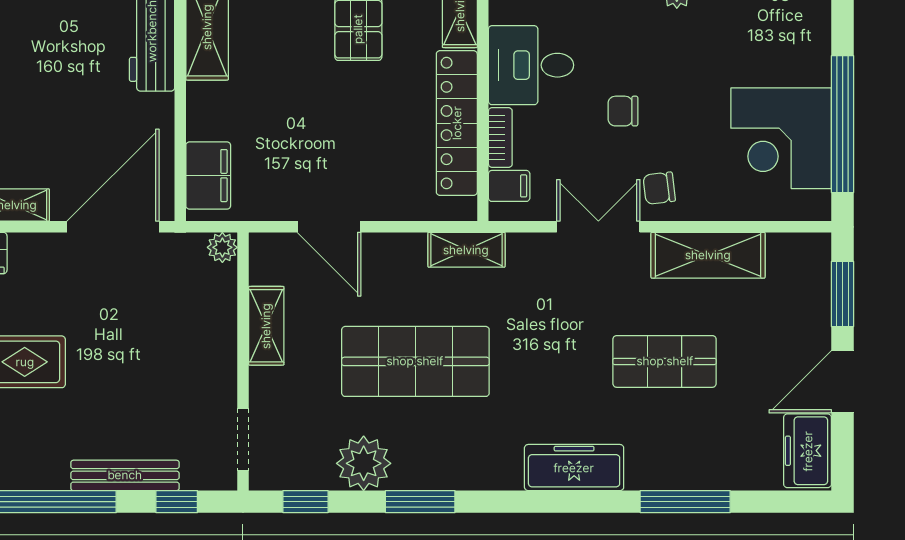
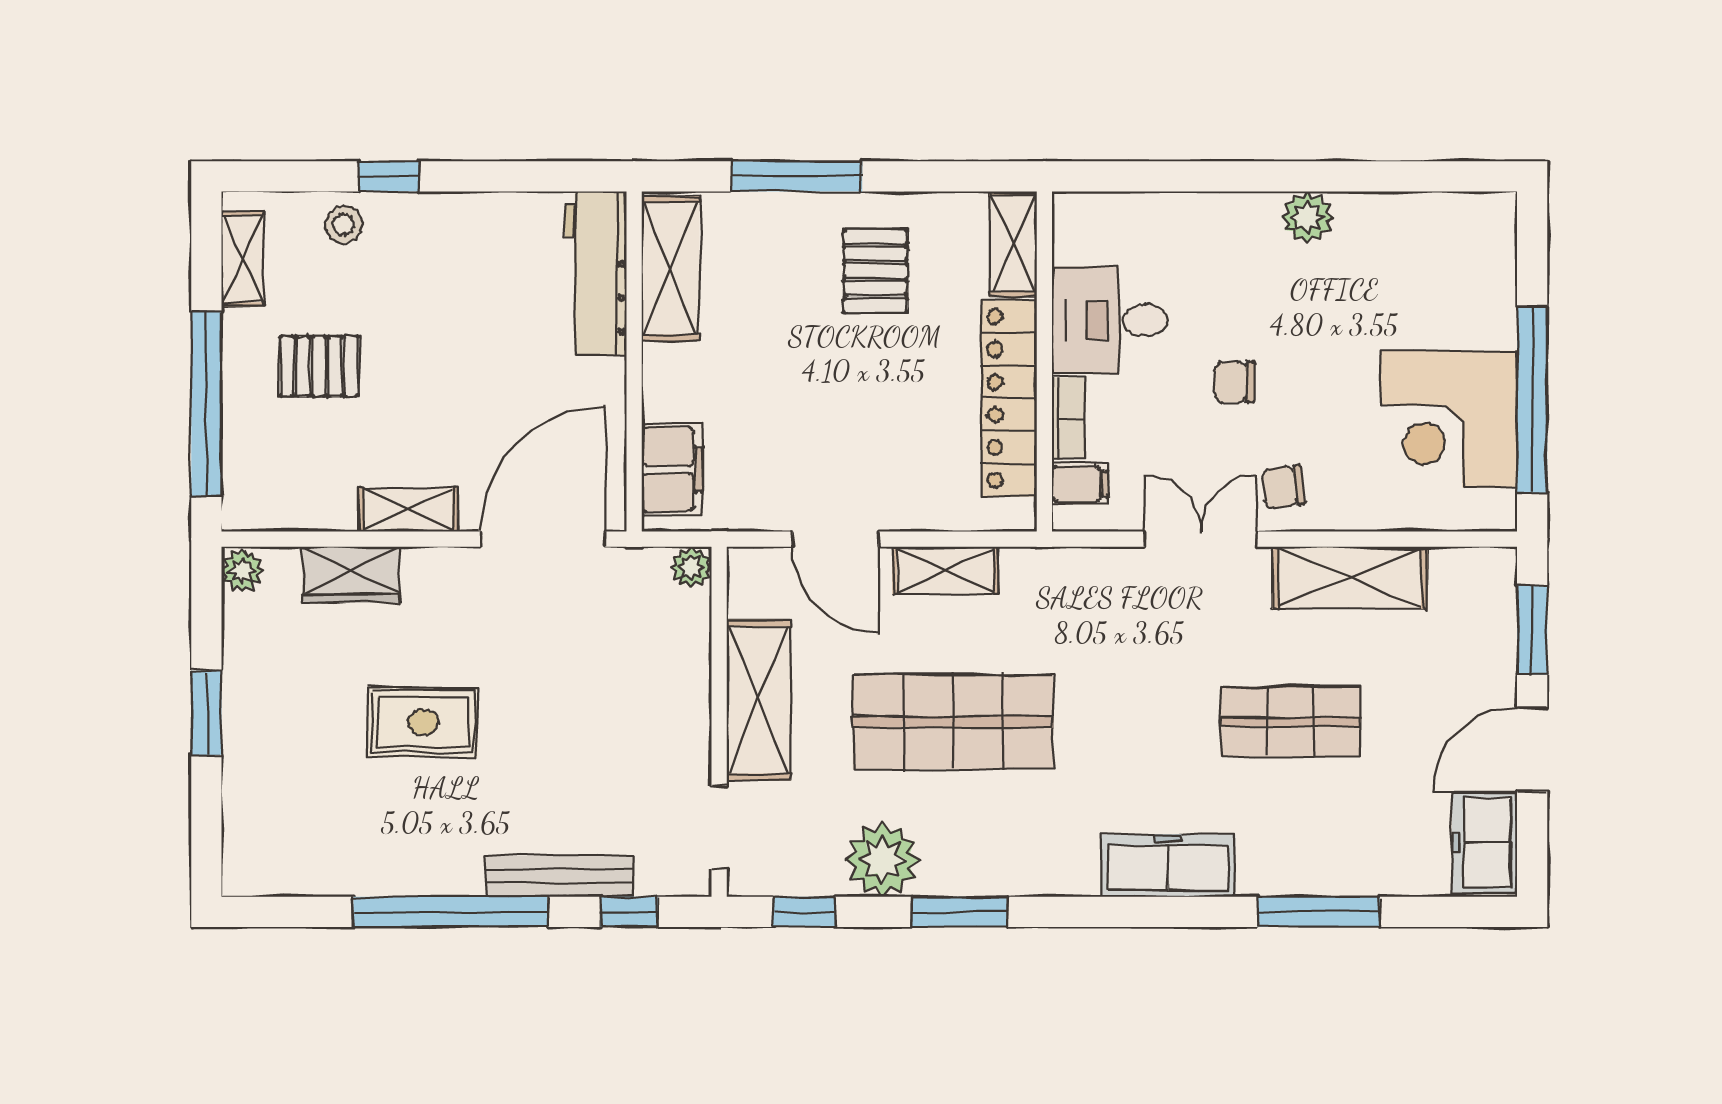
shelving: (466, 250) -> (945, 570), moved
shelving: (266, 326) -> (759, 700), width x1.50, depth x1.33

